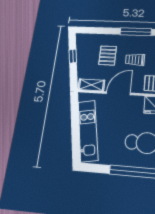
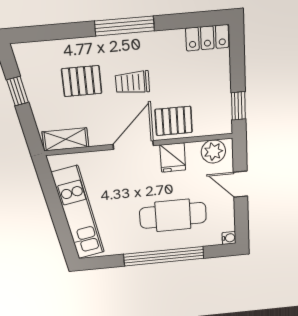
pallet: (108, 55) -> (82, 81), turned 90
door: (118, 93) -> (133, 145), moved

